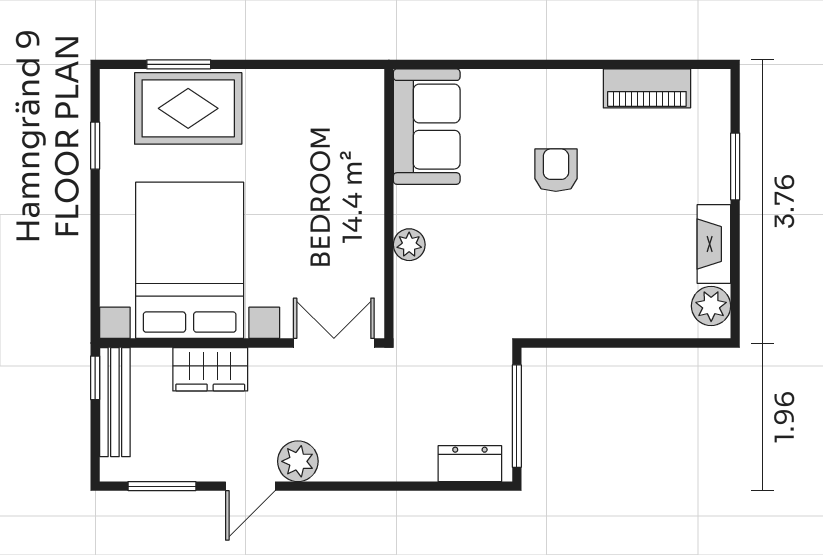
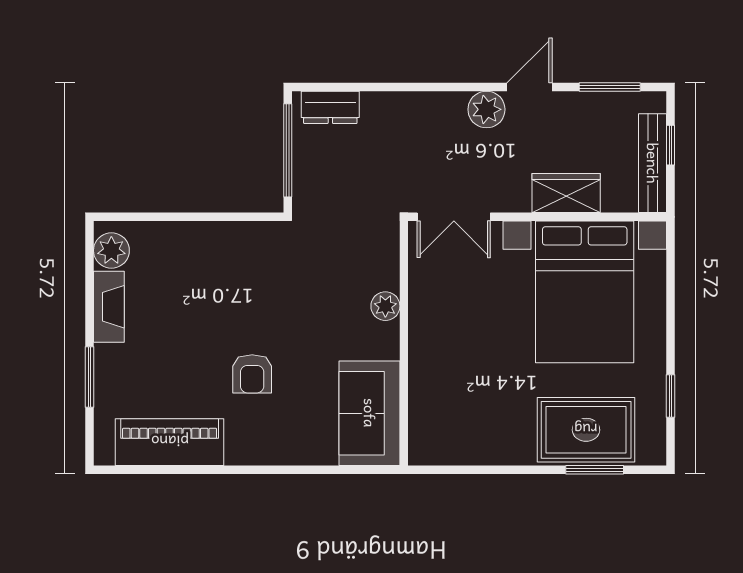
piano: (647, 88) -> (170, 442), width x1.37, depth x1.33
window: (95, 378) -> (670, 145), moved

